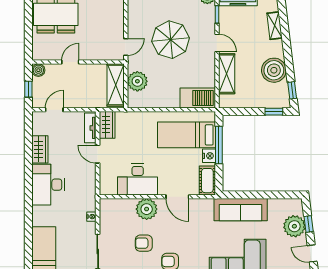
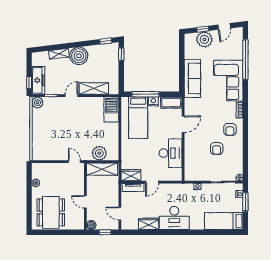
parasol: (171, 40) -> (69, 129), removed
boiler: (274, 70) -> (79, 56), moved
plant: (147, 209) -> (192, 147), removed

